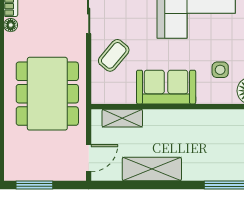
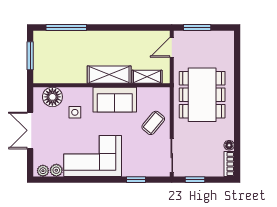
shelving: (152, 169) -> (109, 75), moved
window: (34, 185) -> (197, 28), moved

